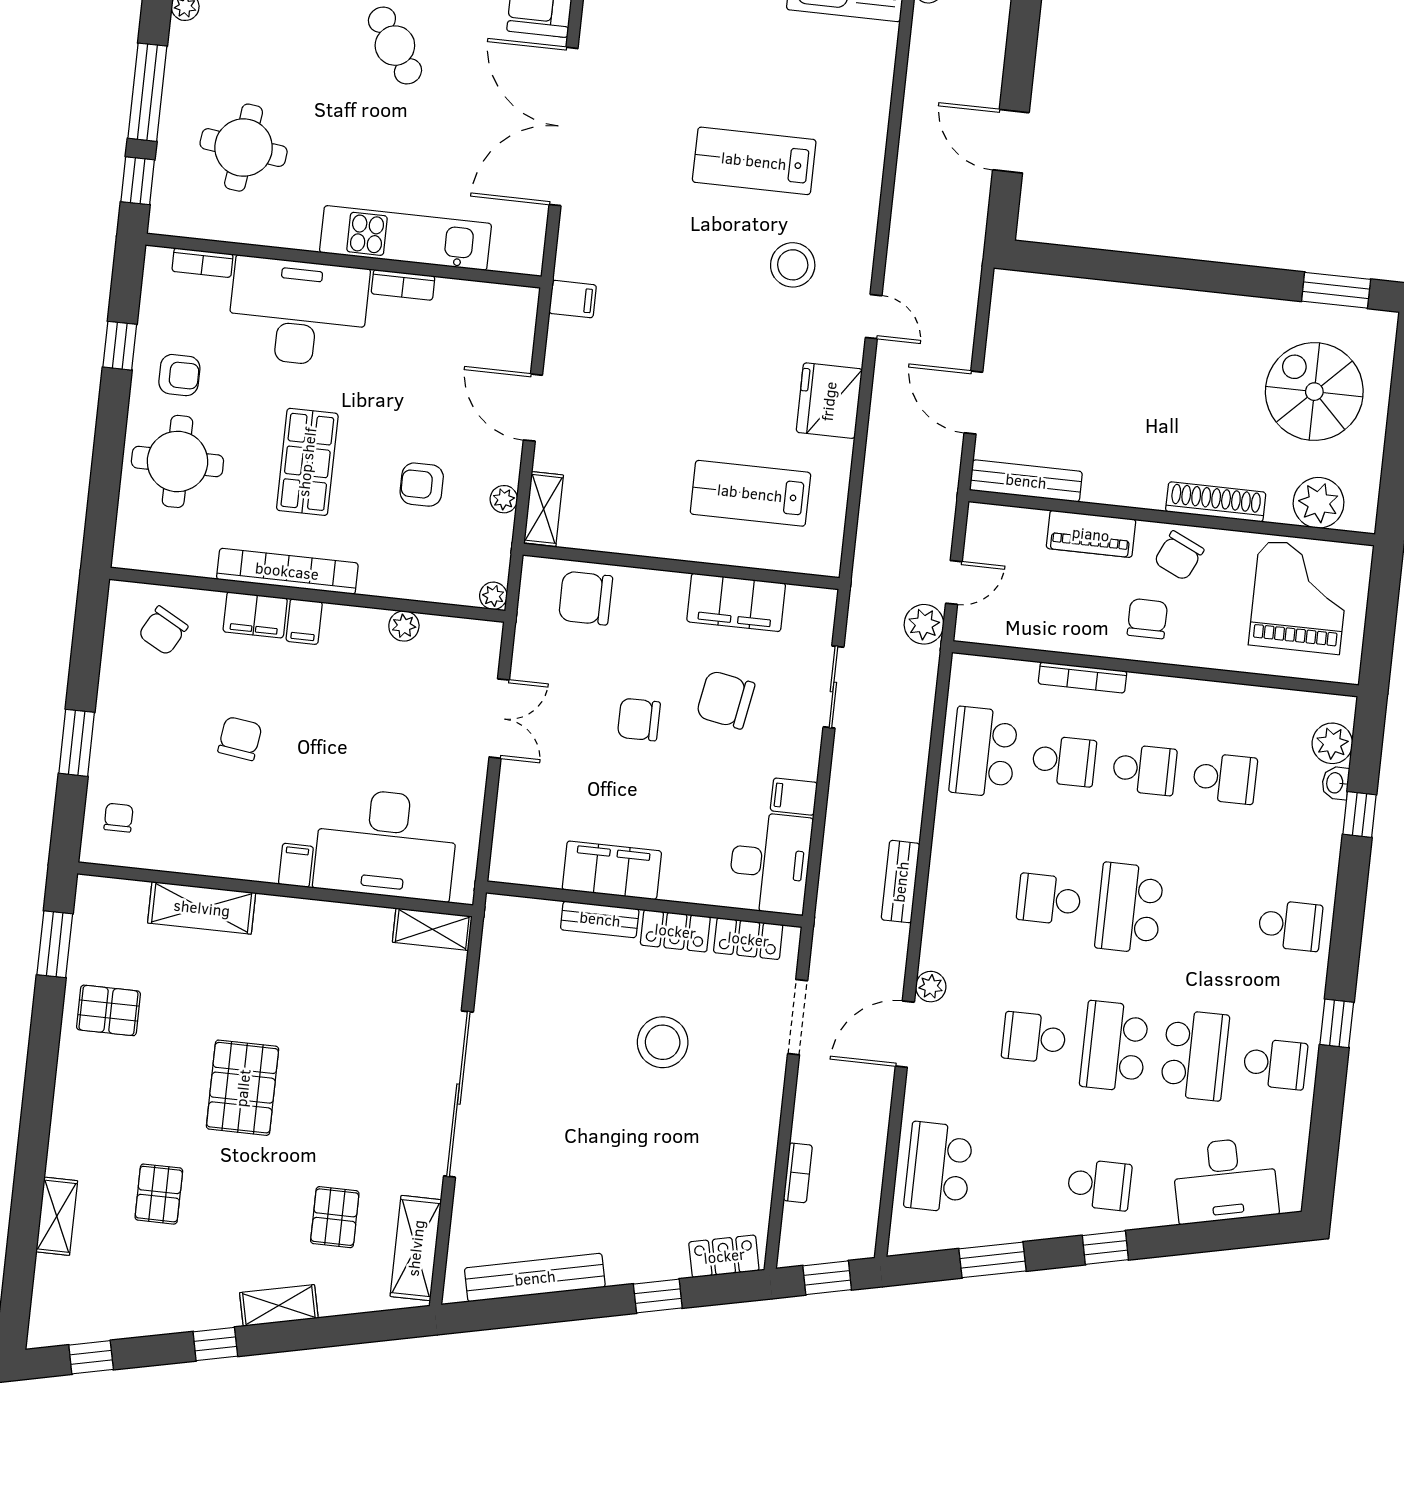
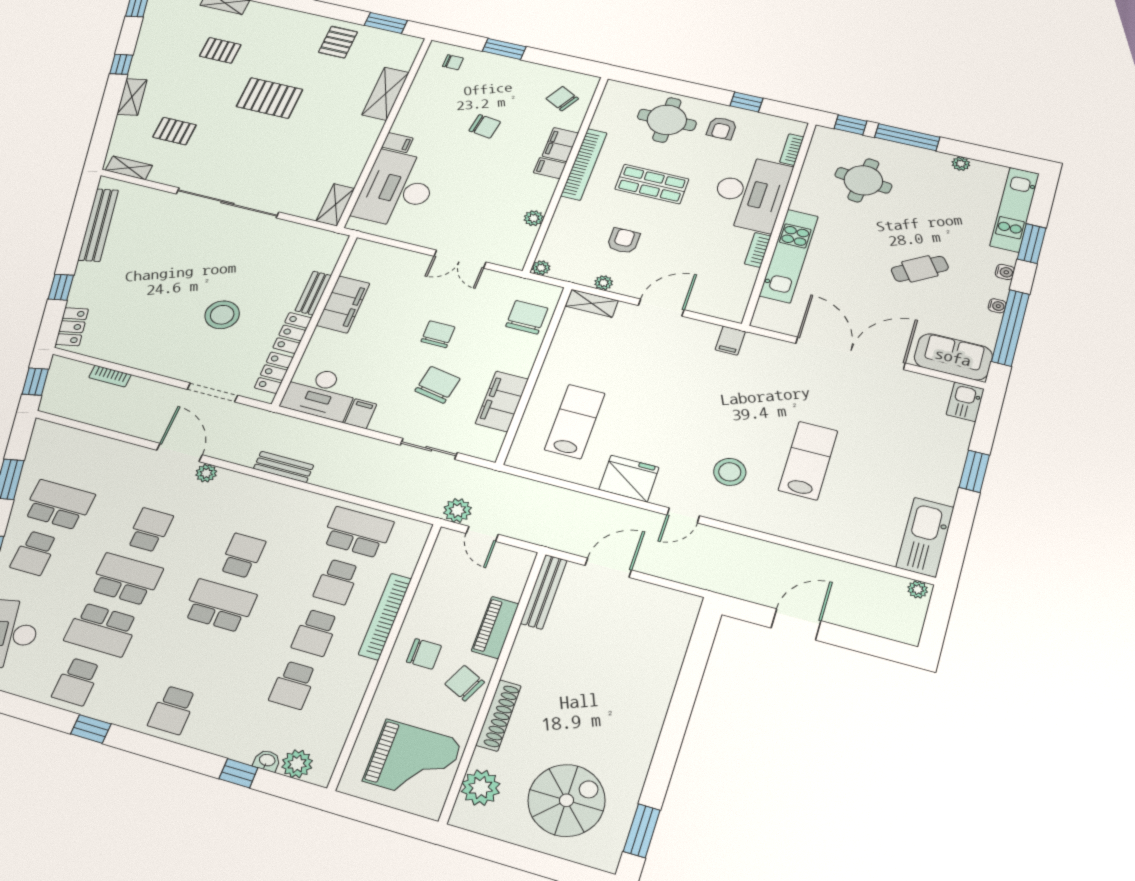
bookcase: (1082, 677) -> (385, 616), width x1.48, depth x1.31
school desk: (939, 1167) -> (59, 505), moved
shelving: (416, 1248) -> (129, 168), width x0.67, depth x0.75

